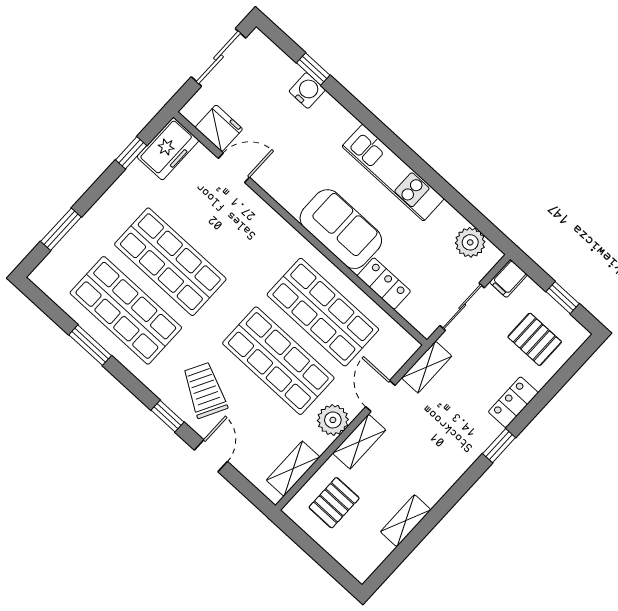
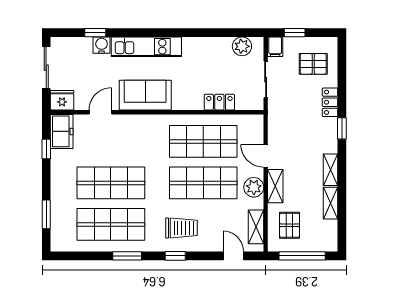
fridge: (219, 128) -> (62, 100), moved
kitchen unit: (393, 173) -> (146, 47), moved
sofa: (341, 229) -> (145, 95), moved
window: (563, 298) -> (295, 33), moved
window: (90, 345) -> (127, 256), moved
shelving: (427, 367) -> (331, 170), moved
trolley: (205, 390) -> (182, 228), turned 152
door: (211, 456) -> (233, 256), moved
window: (316, 552) -> (302, 256), added

